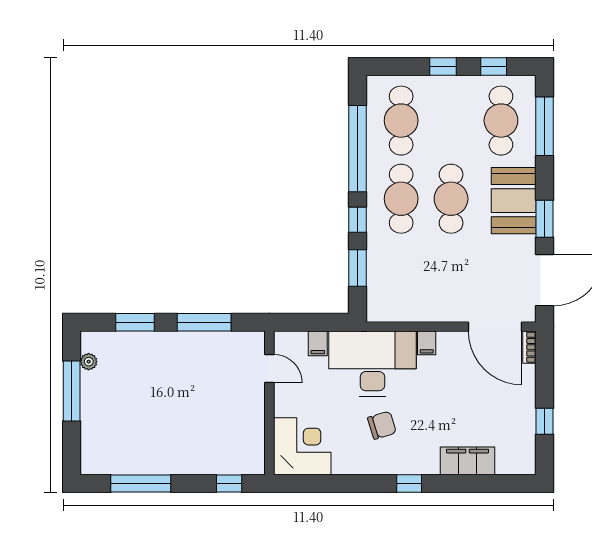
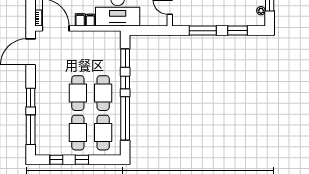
cafe table: (501, 121) -> (78, 133), moved
booth: (514, 201) -> (46, 92), removed
window: (545, 219) -> (31, 98), moved
filing cabinet: (318, 343) -> (80, 20), moved

